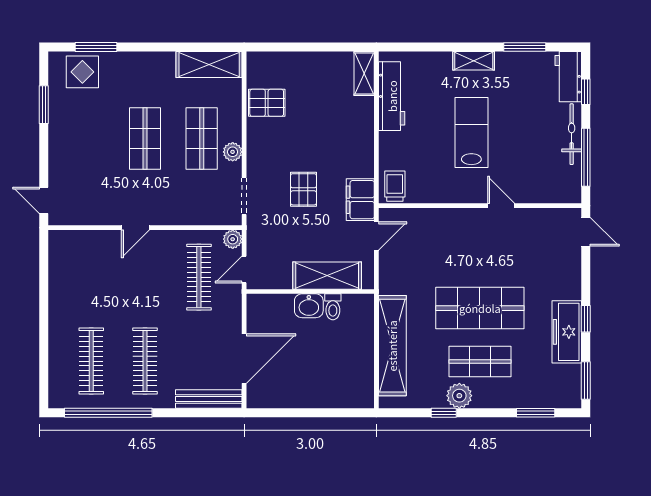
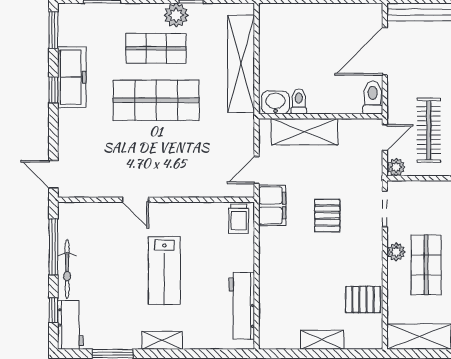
shelving: (364, 74) -> (322, 340), moved, turned 90
washbasin: (309, 306) -> (275, 102), moved
toilet: (257, 311) -> (373, 98), added

